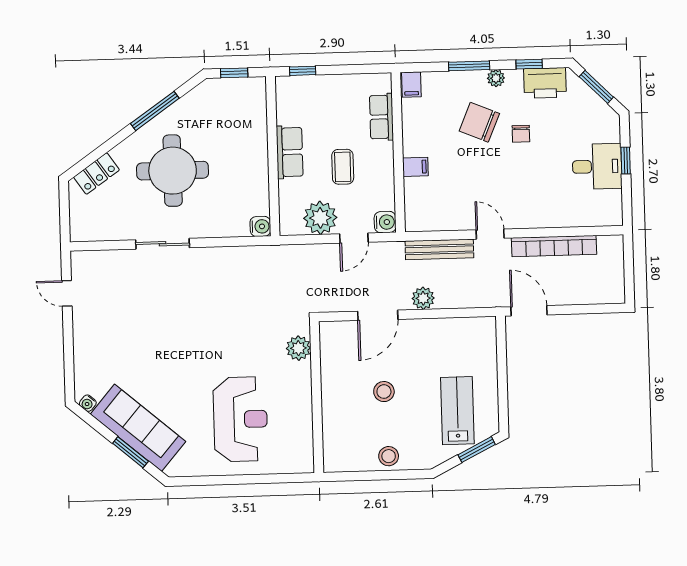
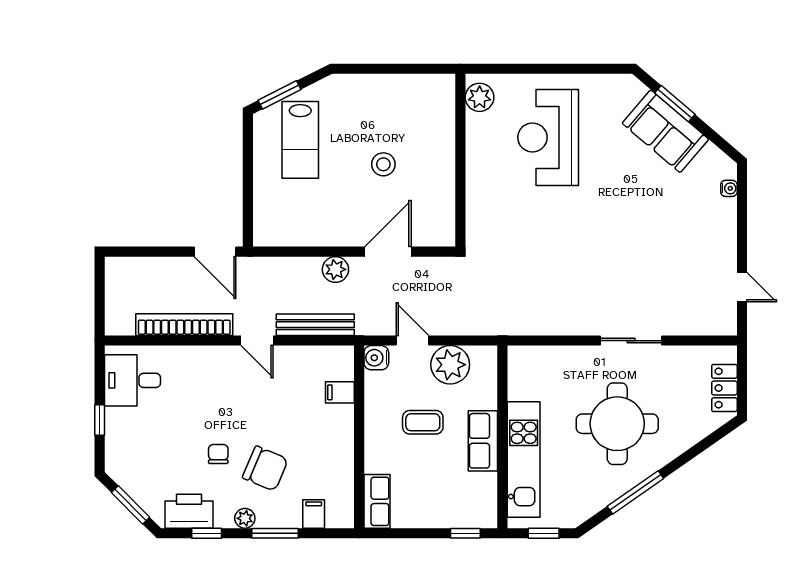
filing cabinet: (411, 85) -> (314, 514), moved
row of seats: (381, 117) -> (377, 501), moved
kitchen unit: (254, 137) -> (524, 459), added
desk: (597, 166) -> (132, 380), moved
coffee table: (343, 167) -> (423, 422), turned 90
filing cabinet: (415, 167) -> (340, 392), moved
locker: (96, 173) -> (724, 388), moved, turned -55
water cooler: (260, 226) -> (519, 357), removed
door: (354, 238) -> (412, 341), hinge flipped
plant: (298, 348) -> (480, 97), moved
water cooler: (88, 403) -> (729, 188), moved, turned 49
sofa: (138, 428) -> (665, 131), width x0.73
stool: (389, 456) -> (380, 90), removed

